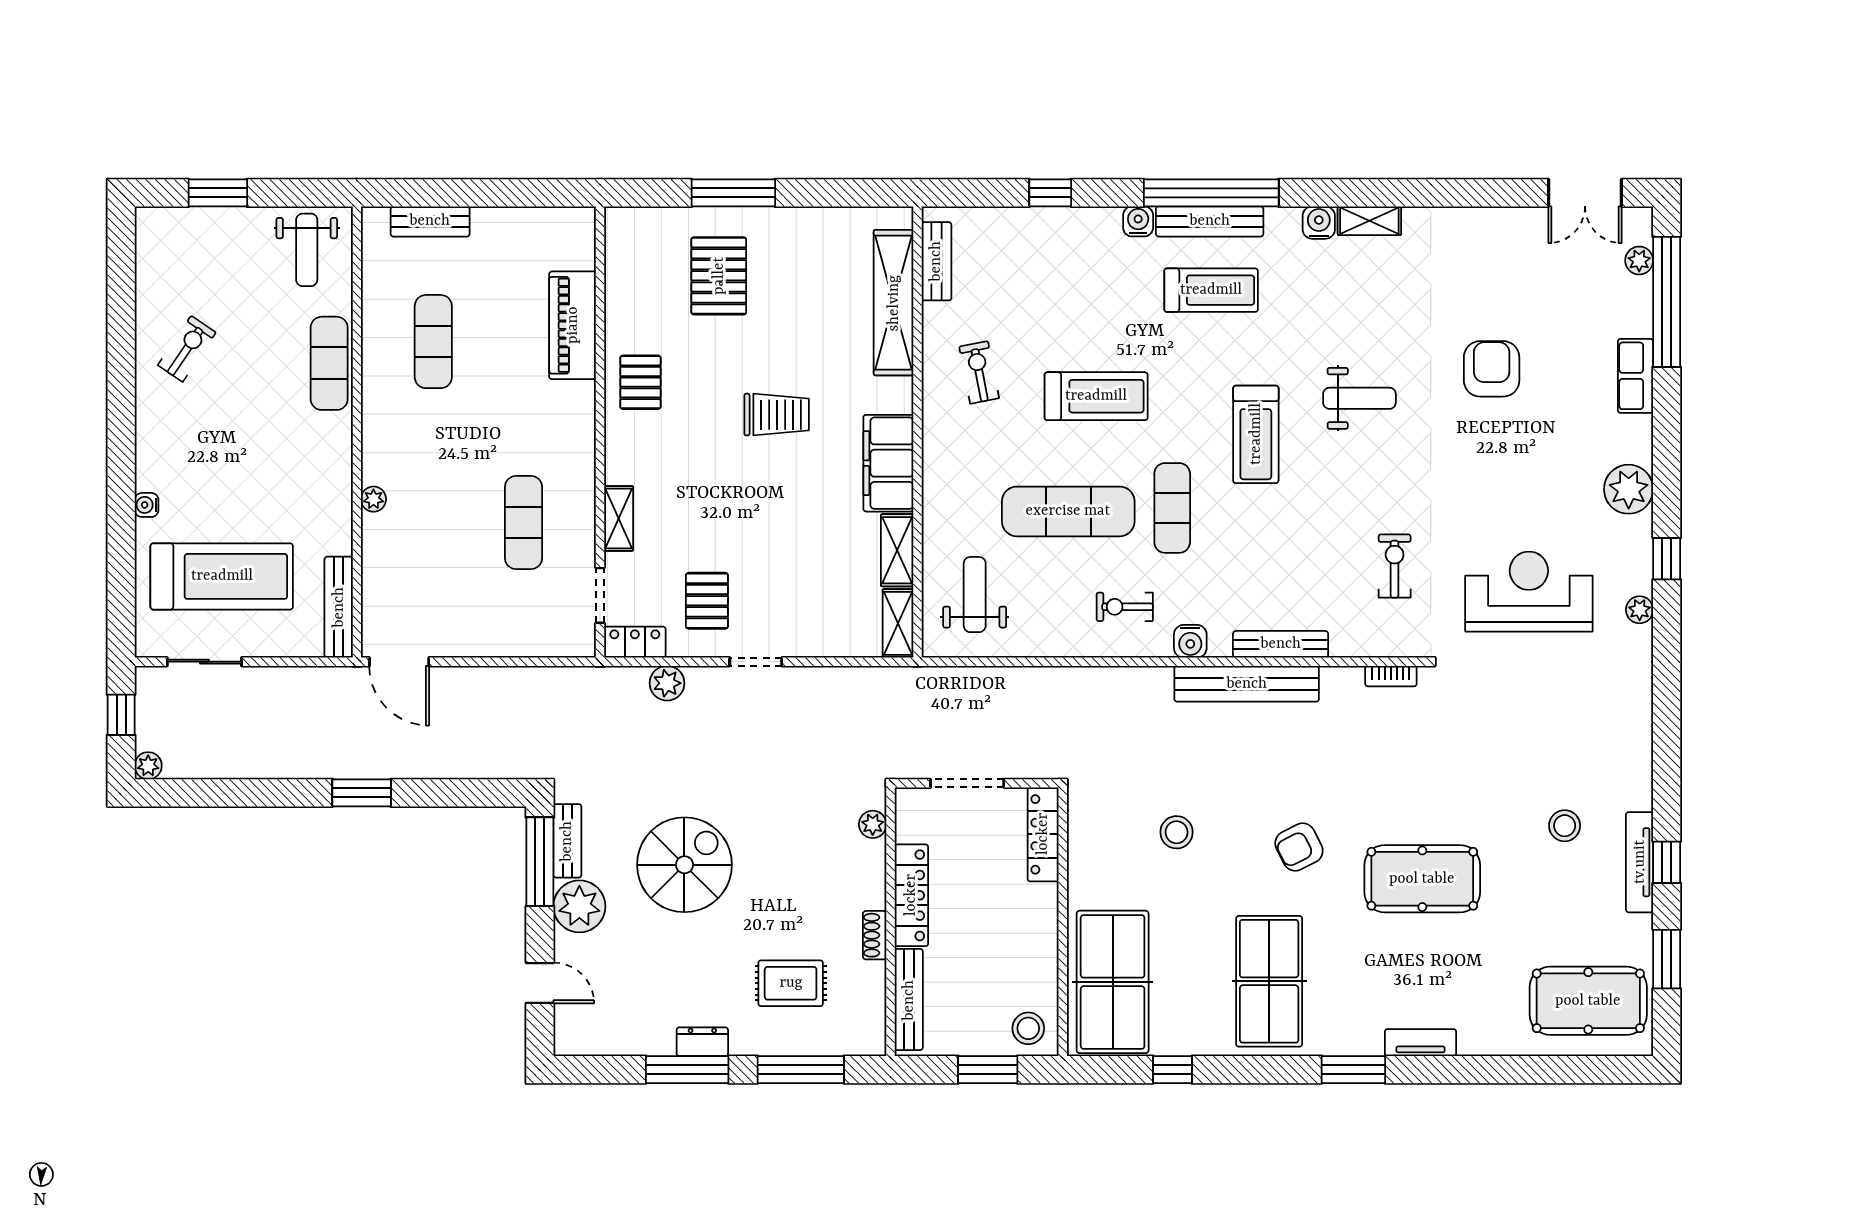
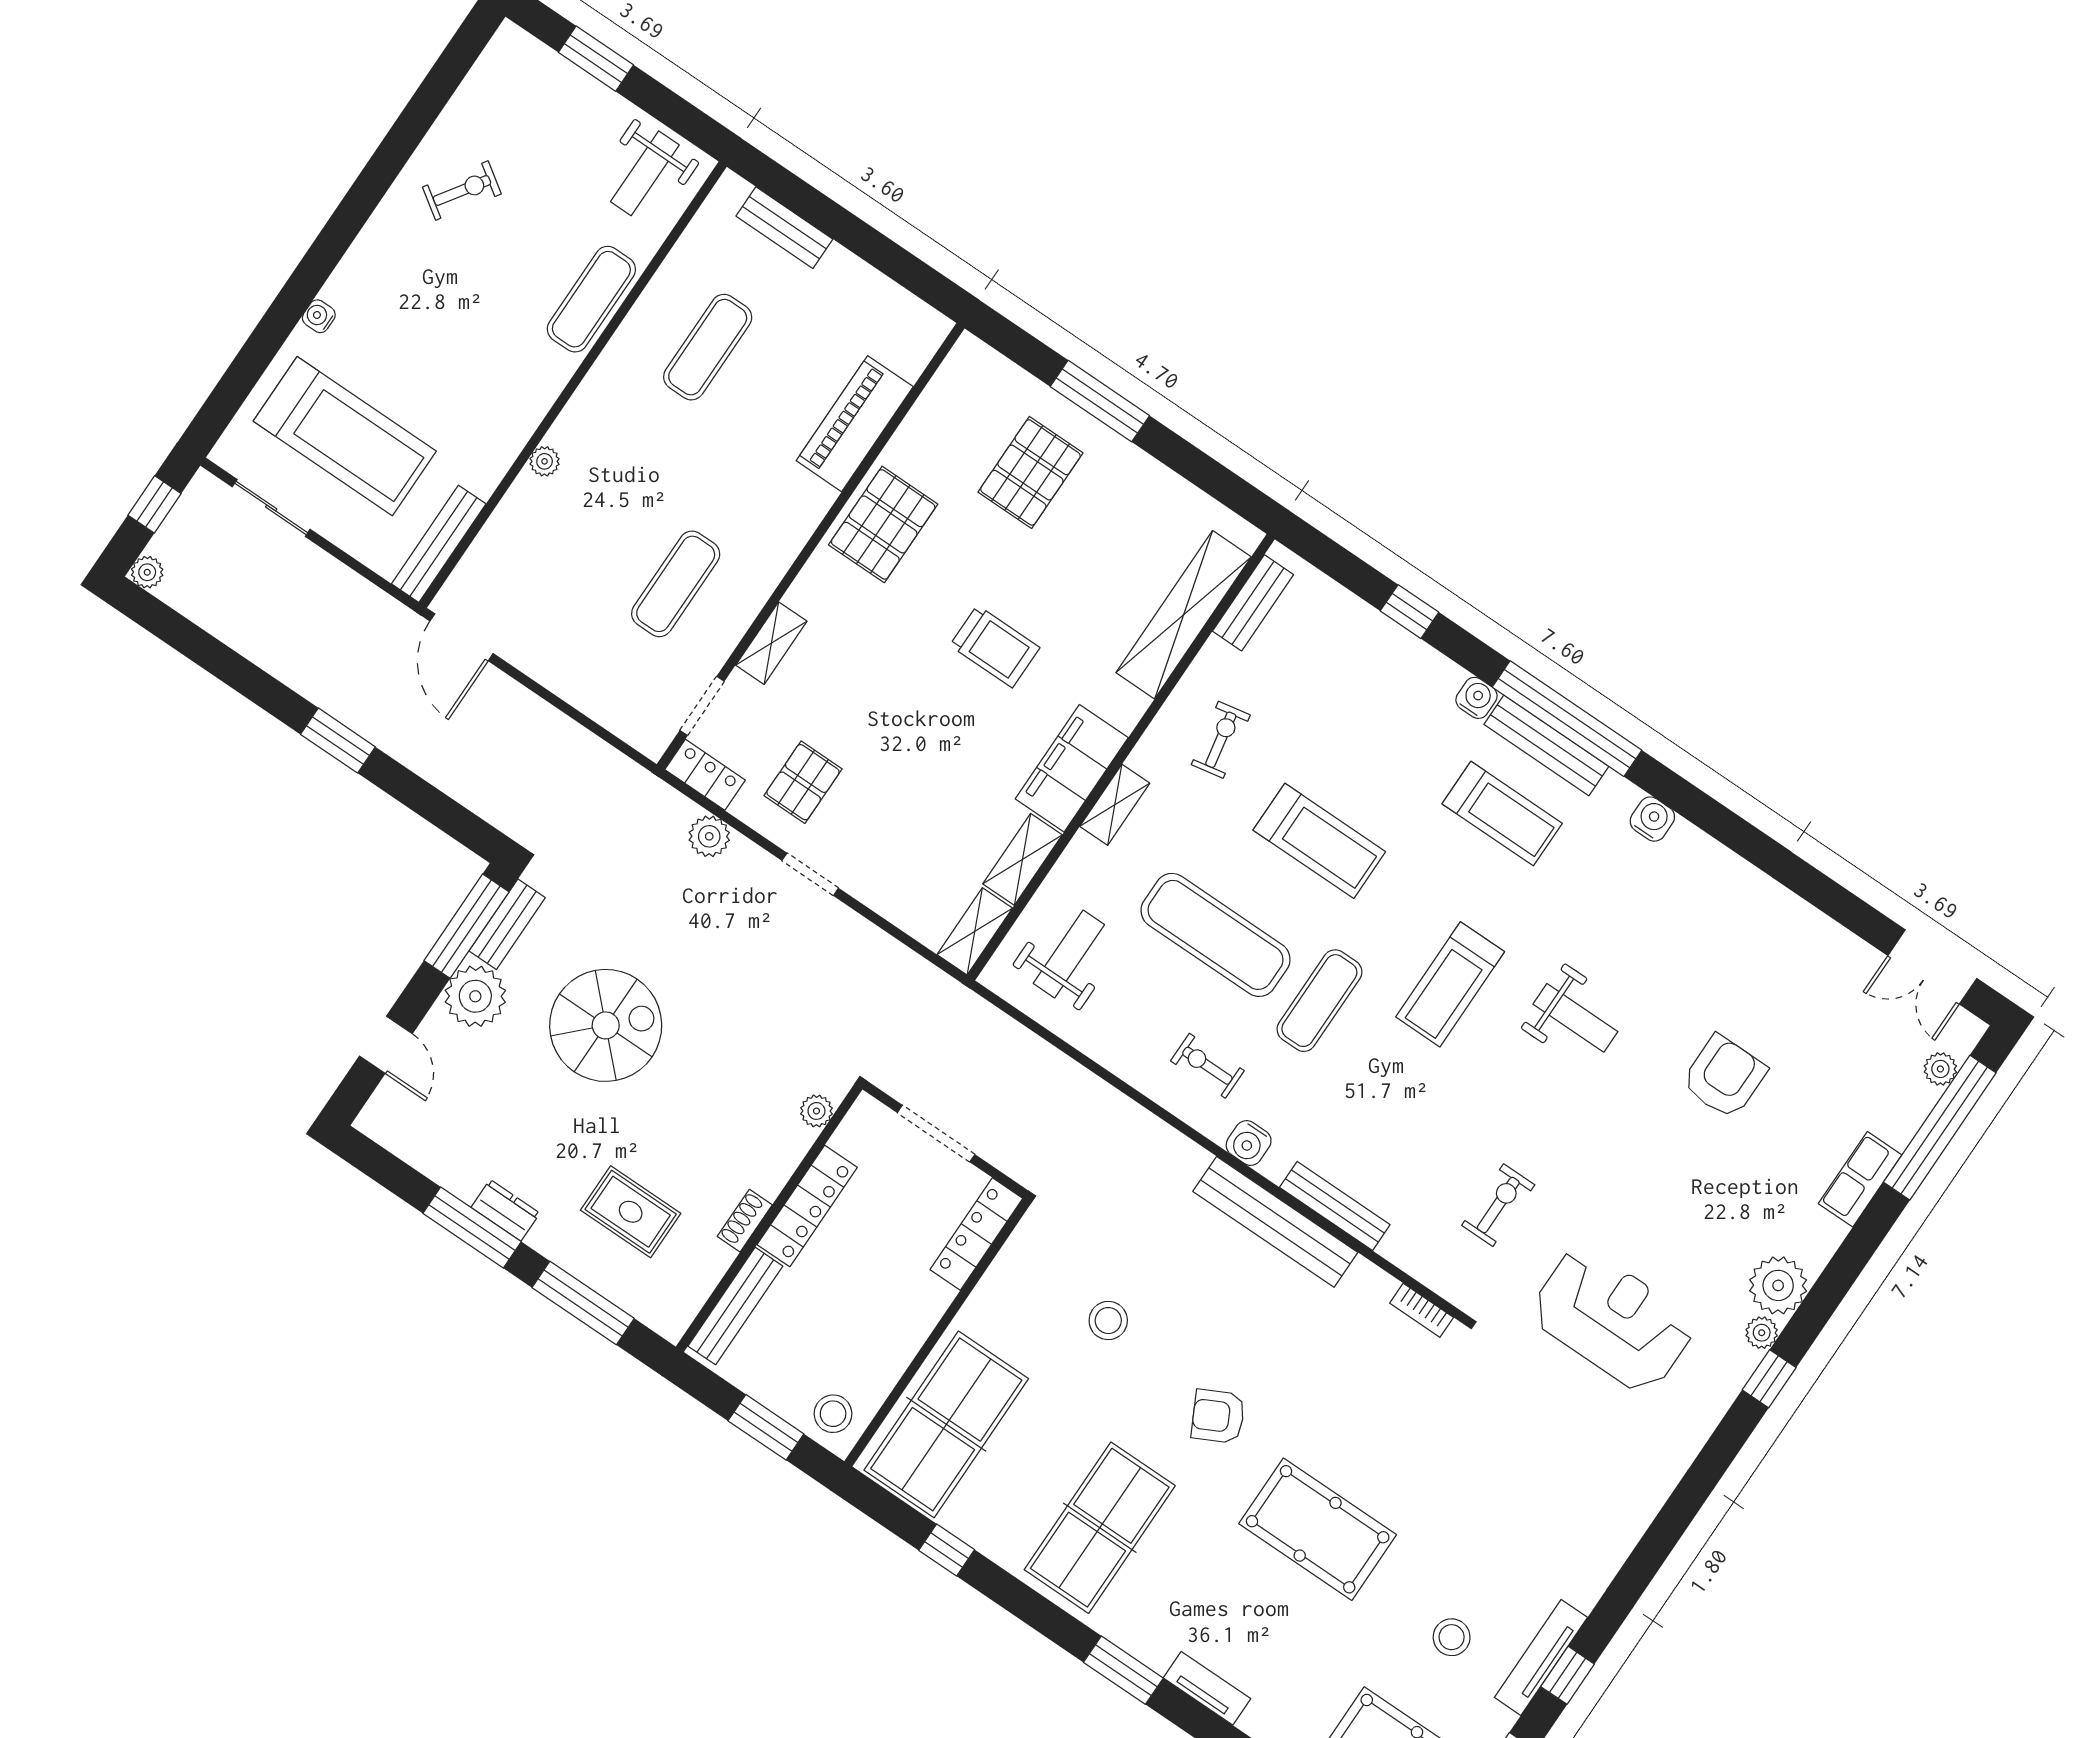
shelving: (1369, 221) -> (1115, 805), moved, turned 90
pallet: (640, 382) -> (883, 524), width x1.50, depth x1.42
plant: (1640, 610) -> (1762, 1333), moved
stool: (1565, 826) -> (1452, 1637), moved

